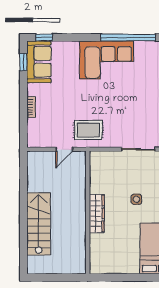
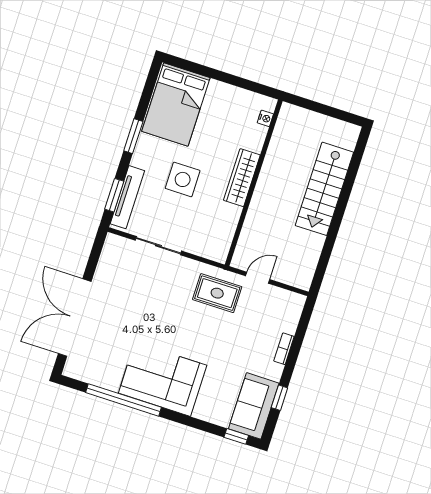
window: (23, 62) -> (279, 398), moved
side table: (136, 199) -> (183, 179), width x1.87, depth x1.87
nightstand: (94, 259) -> (265, 118), added

